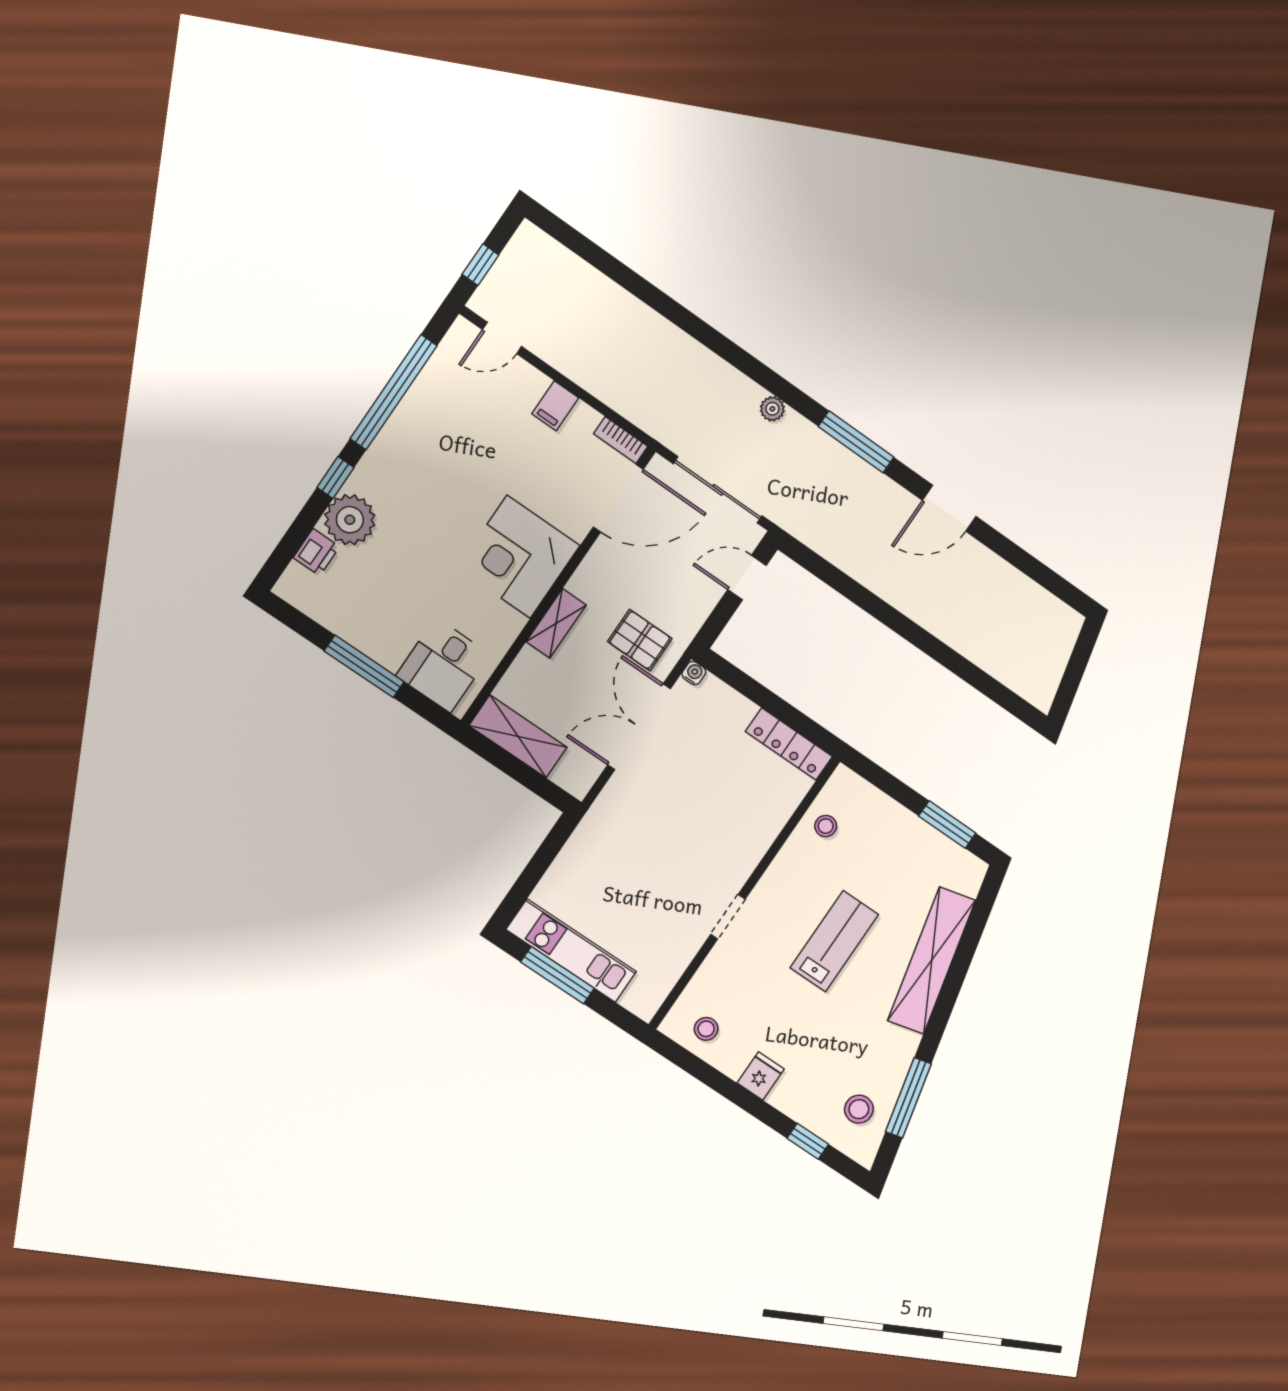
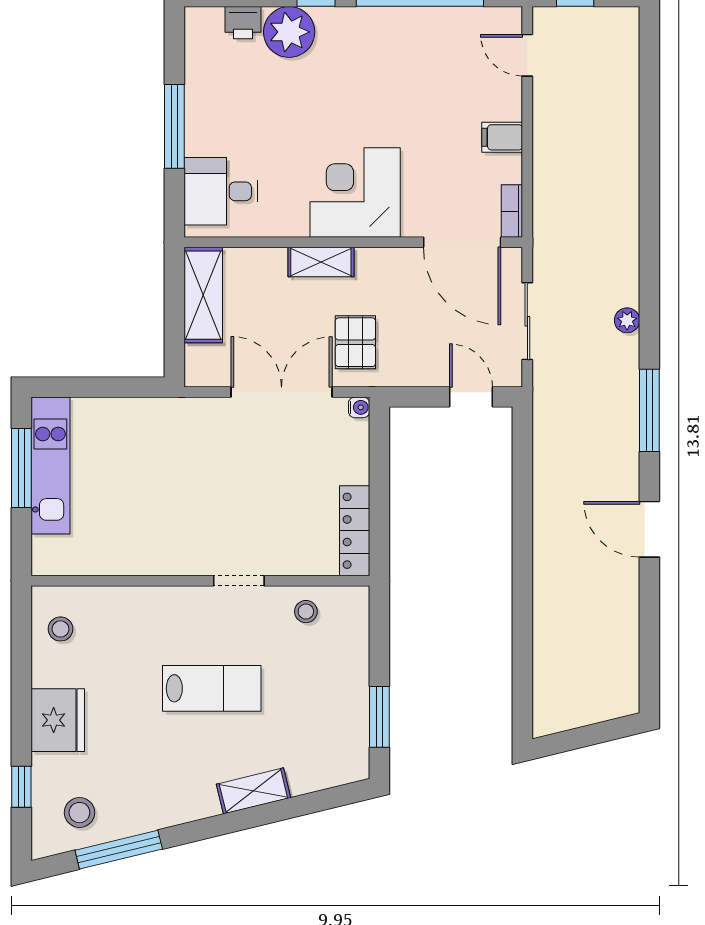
sliding door: (718, 490) -> (527, 321), width x0.73
doorway: (728, 917) -> (239, 581), moved
shelving: (932, 961) -> (253, 791), width x0.45, depth x0.75
fridge: (761, 1076) -> (58, 720), width x1.88, depth x1.34

